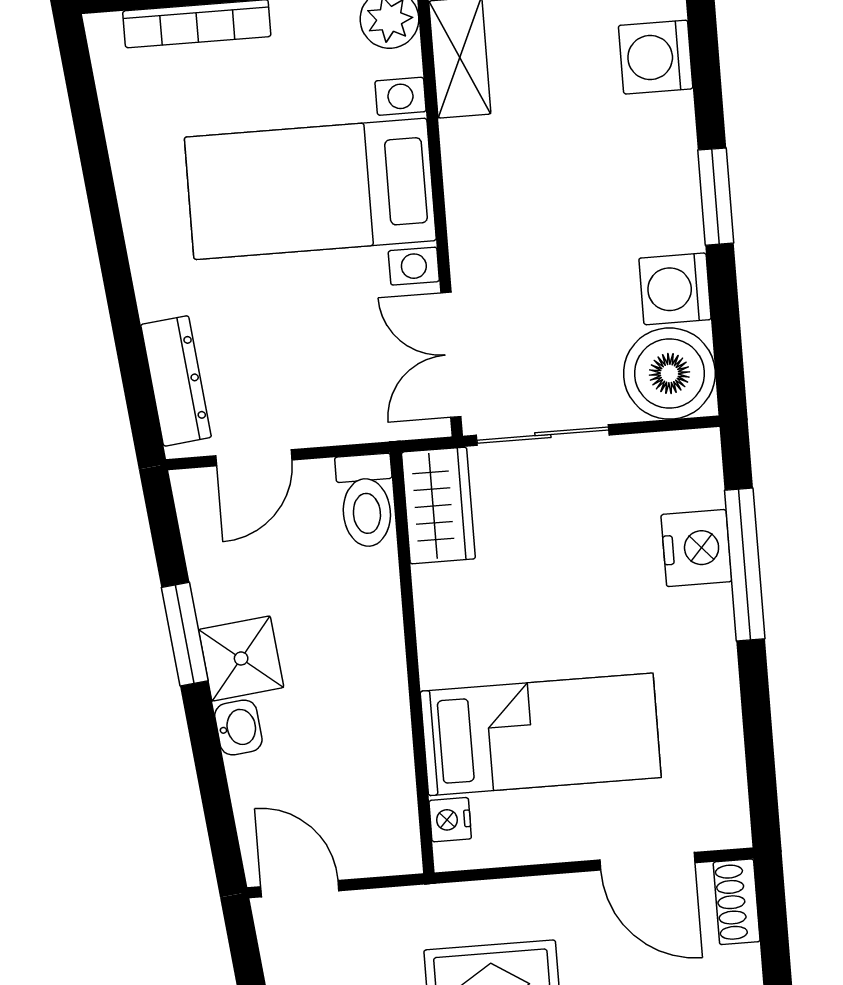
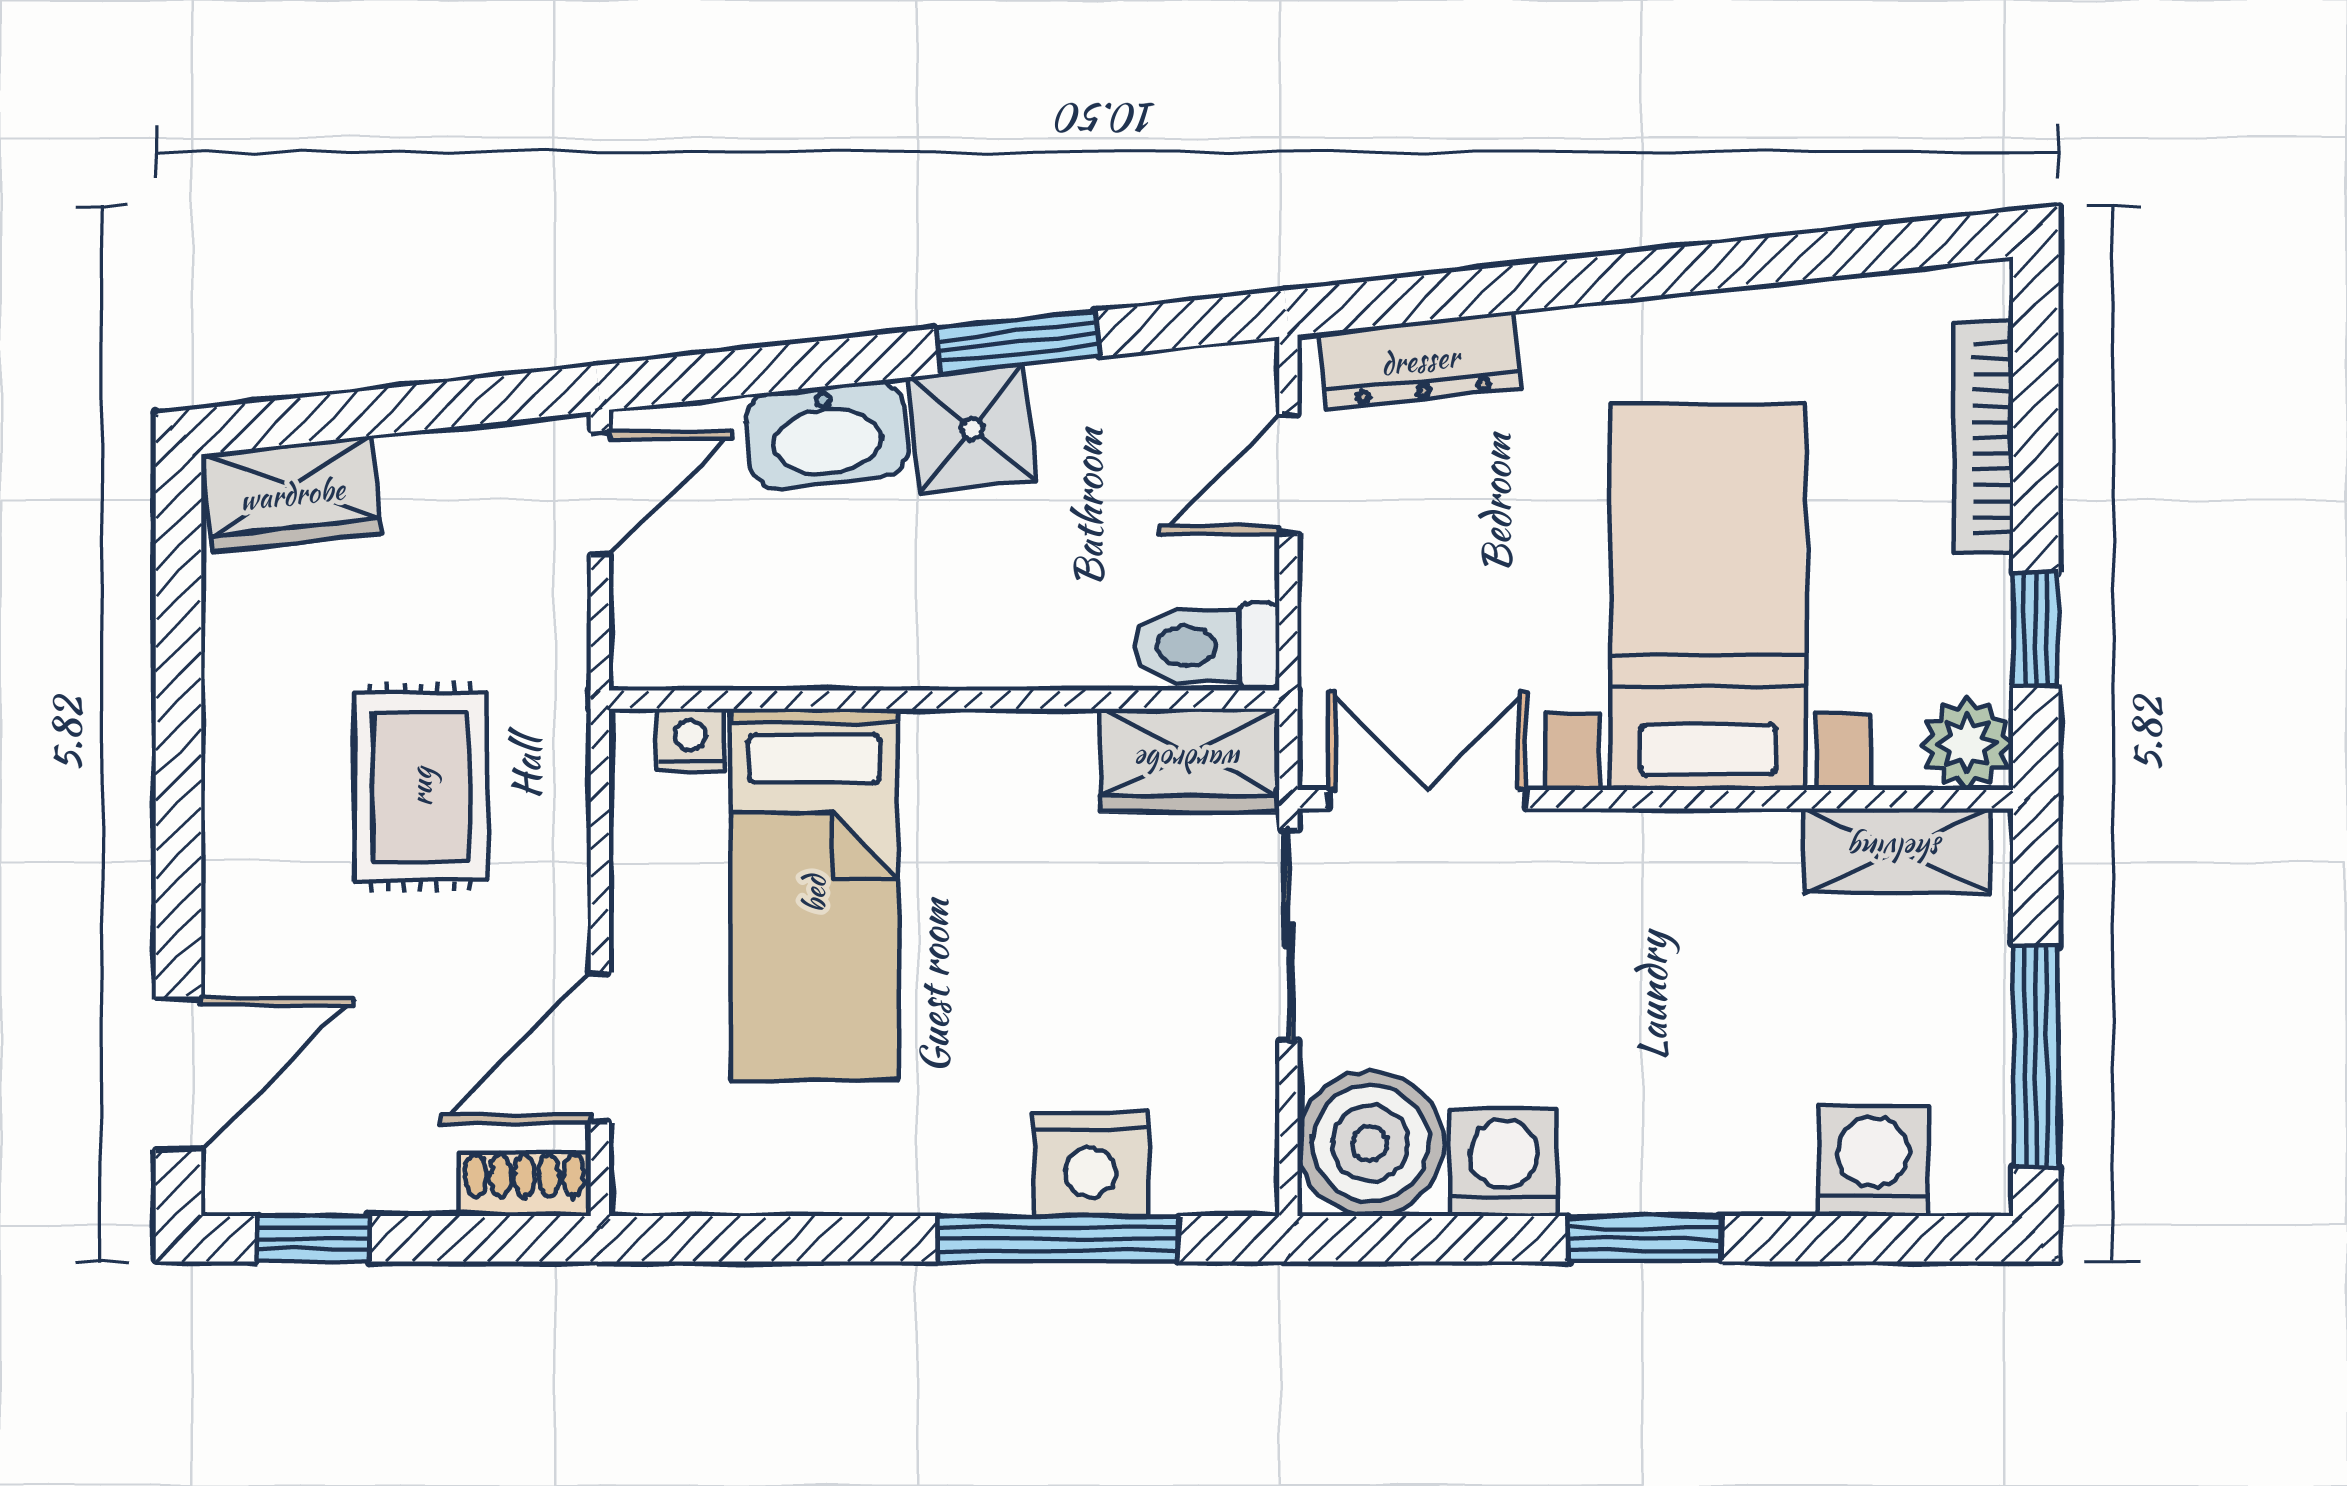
door: (254, 458) -> (1288, 474), hinge flipped
washbasin: (238, 727) -> (827, 435), width x1.91, depth x1.45

